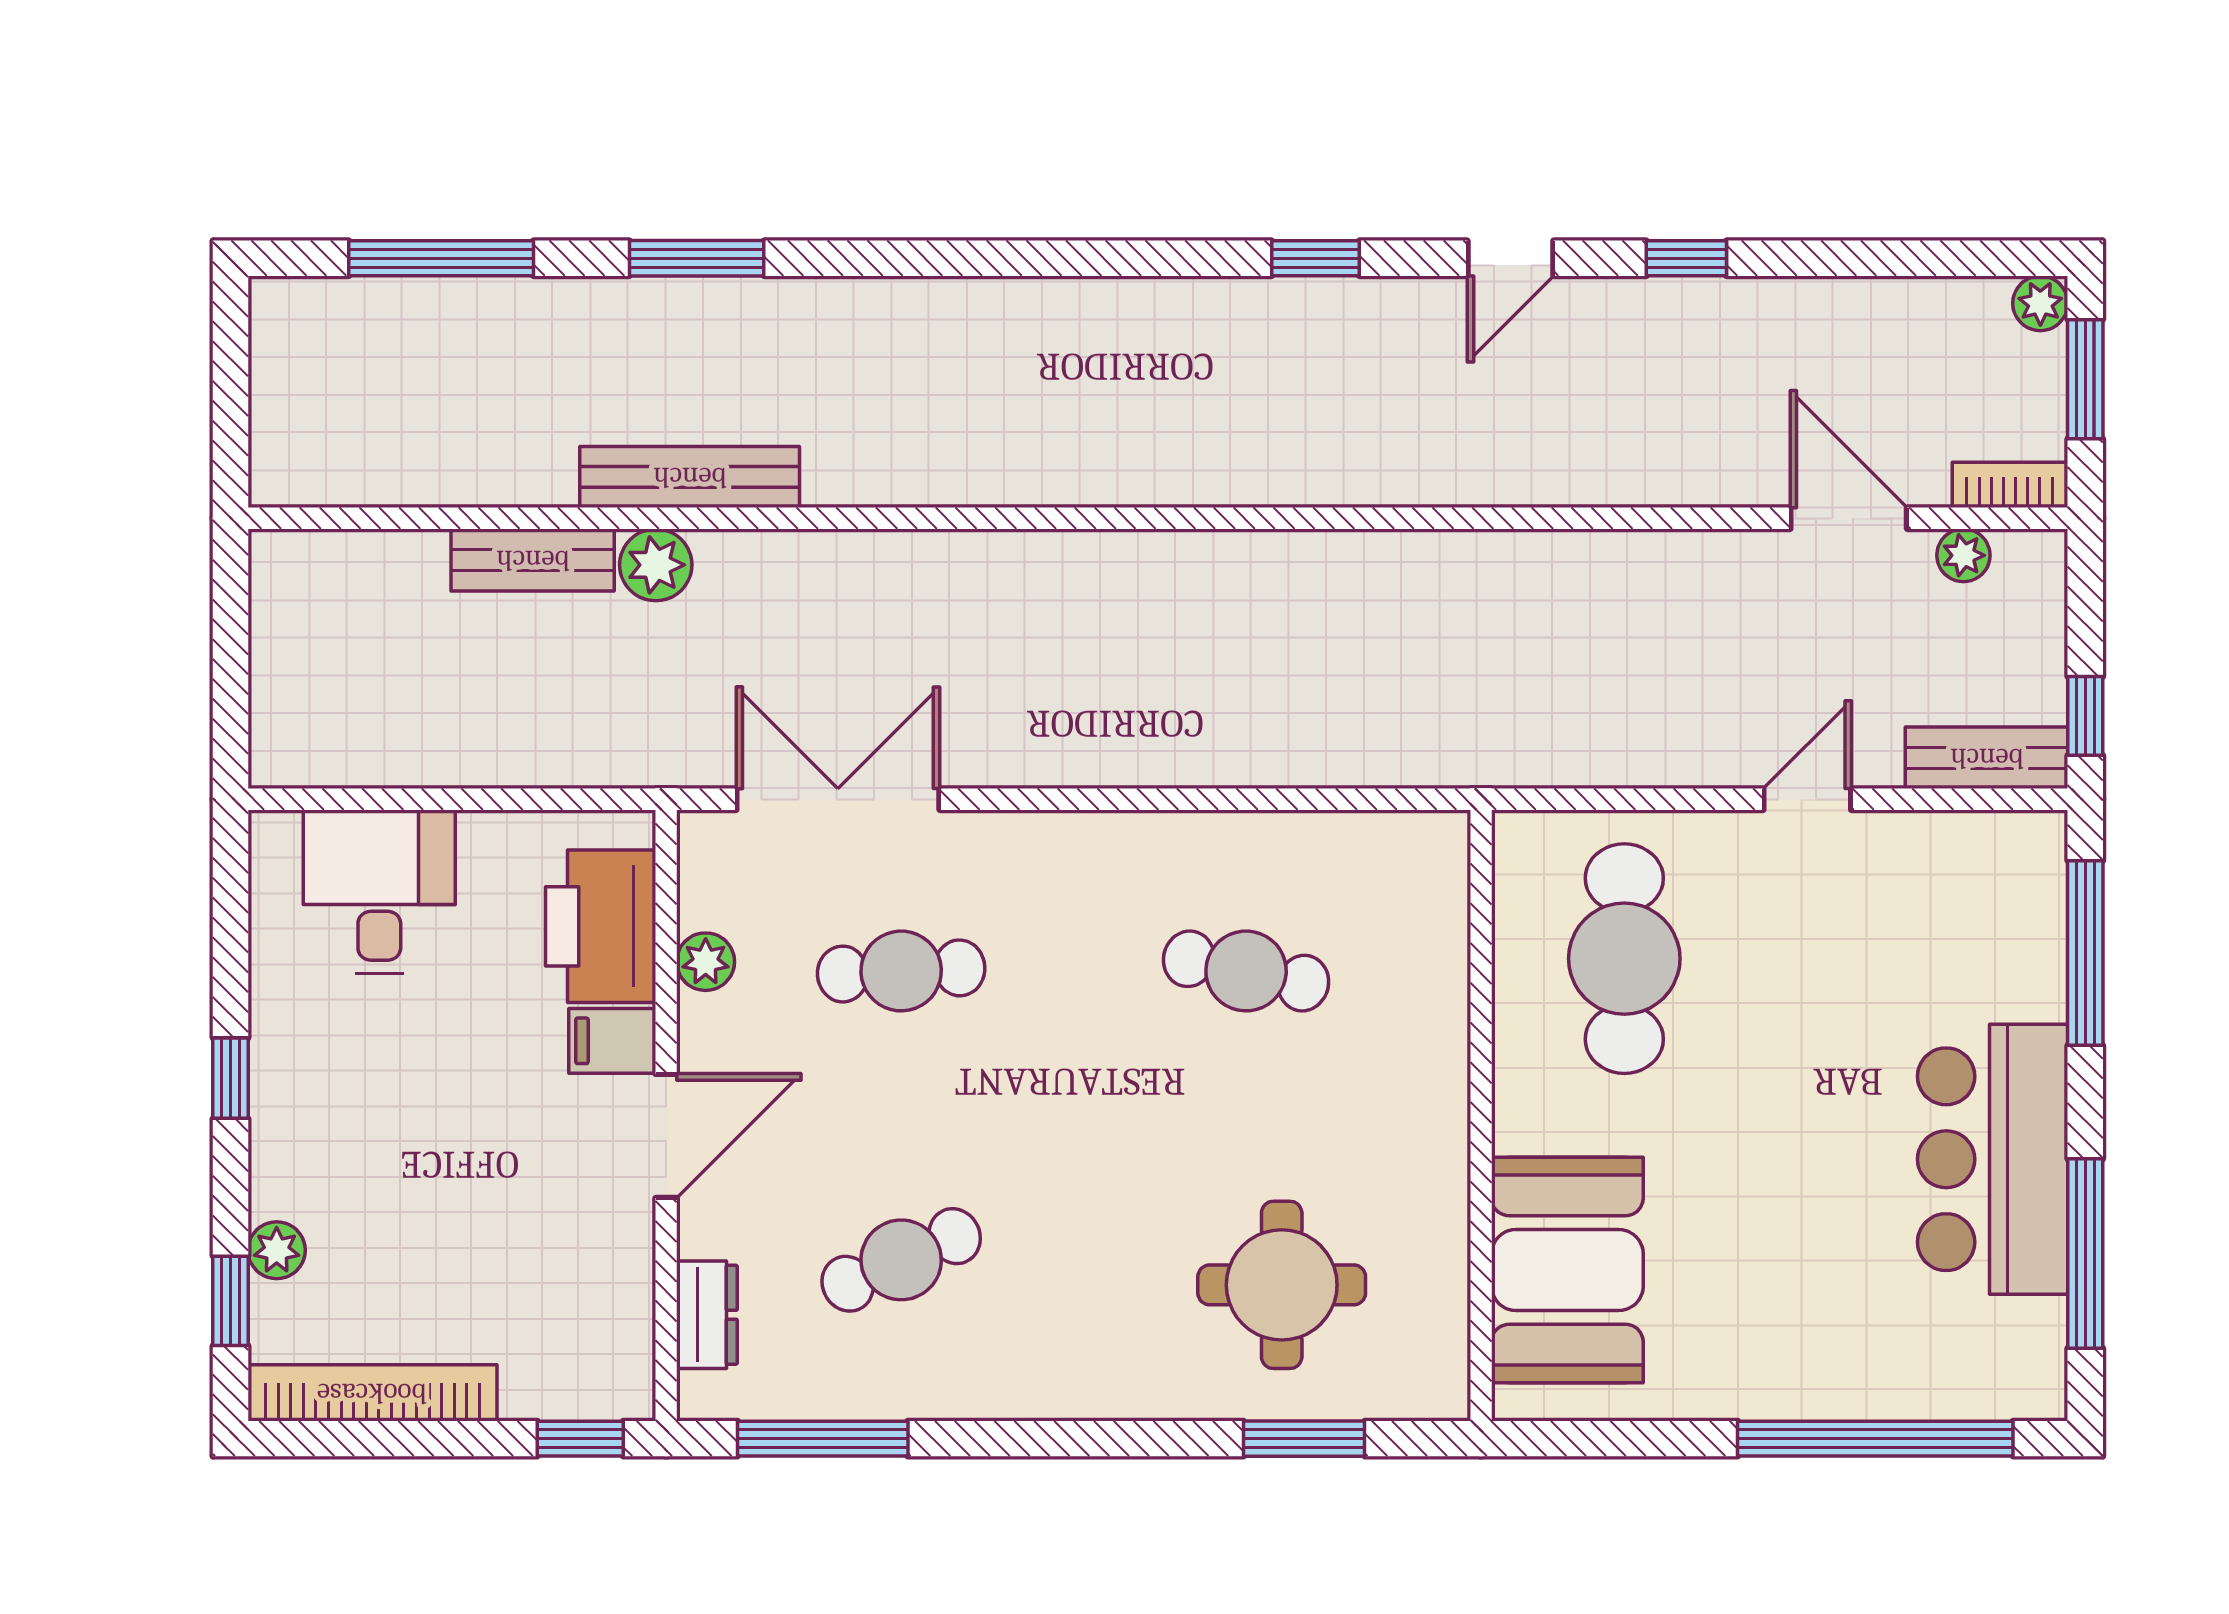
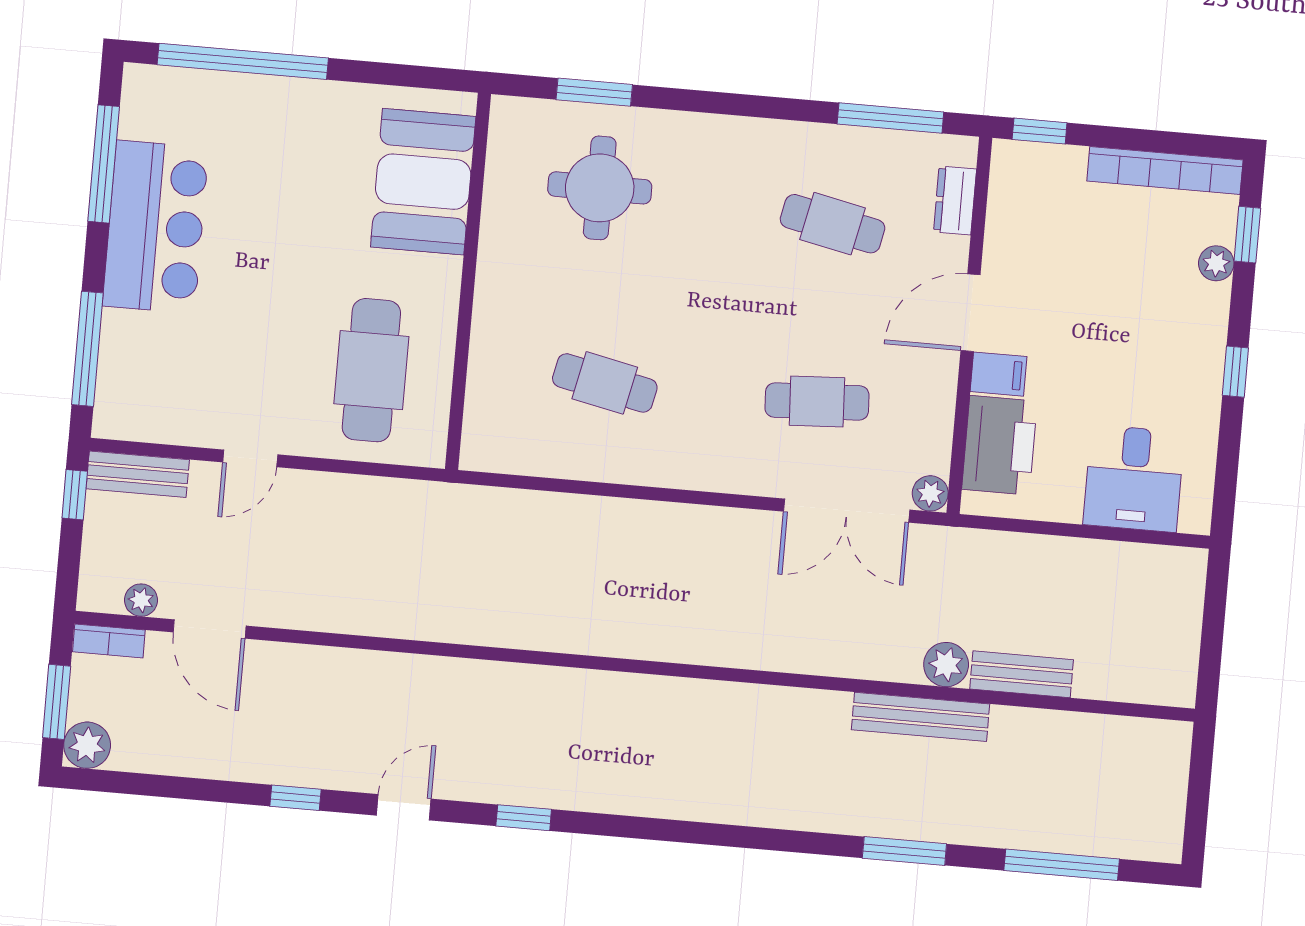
plant: (2040, 303) -> (87, 745), width x1.38, depth x1.38
plant: (706, 962) -> (930, 493), moved
cafe table: (901, 1260) -> (833, 224), turned 36

